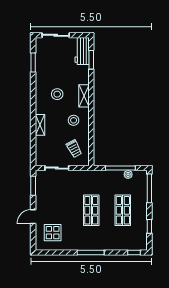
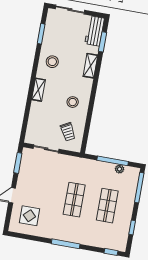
stool: (57, 94) -> (52, 62), moved
shelving: (84, 96) -> (90, 66), moved
shelving: (40, 125) -> (39, 90), moved

